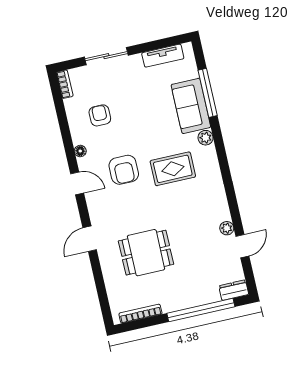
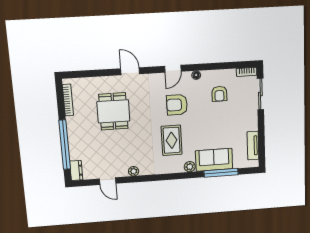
sliding door: (106, 56) -> (260, 94), moved
armchair: (100, 115) -> (219, 94), turned 90
plant: (227, 228) -> (134, 171), moved

